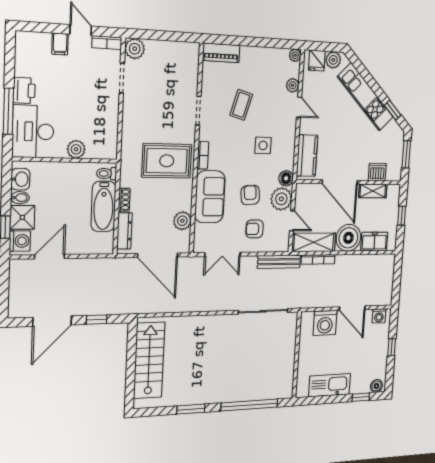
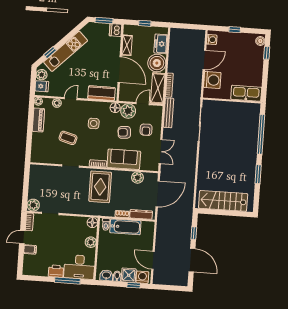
piano: (221, 53) -> (38, 120), moved
window: (393, 110) -> (50, 53), moved
floor lamp: (109, 151) -> (92, 223), added
dishwasher: (377, 172) -> (116, 30), moved
door: (340, 182) -> (120, 70), hinge flipped
kitchen sink: (330, 385) -> (246, 93), moved, turned 90

